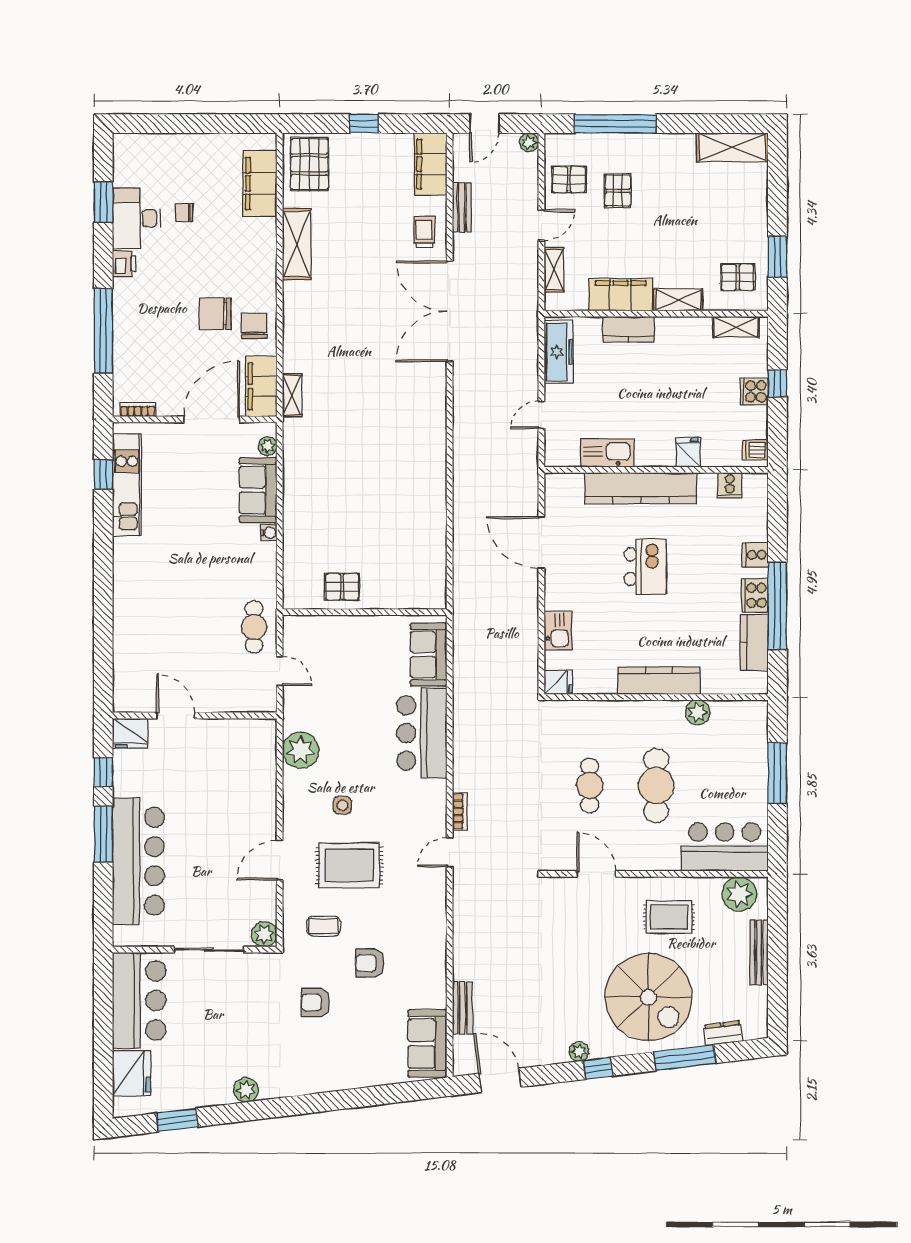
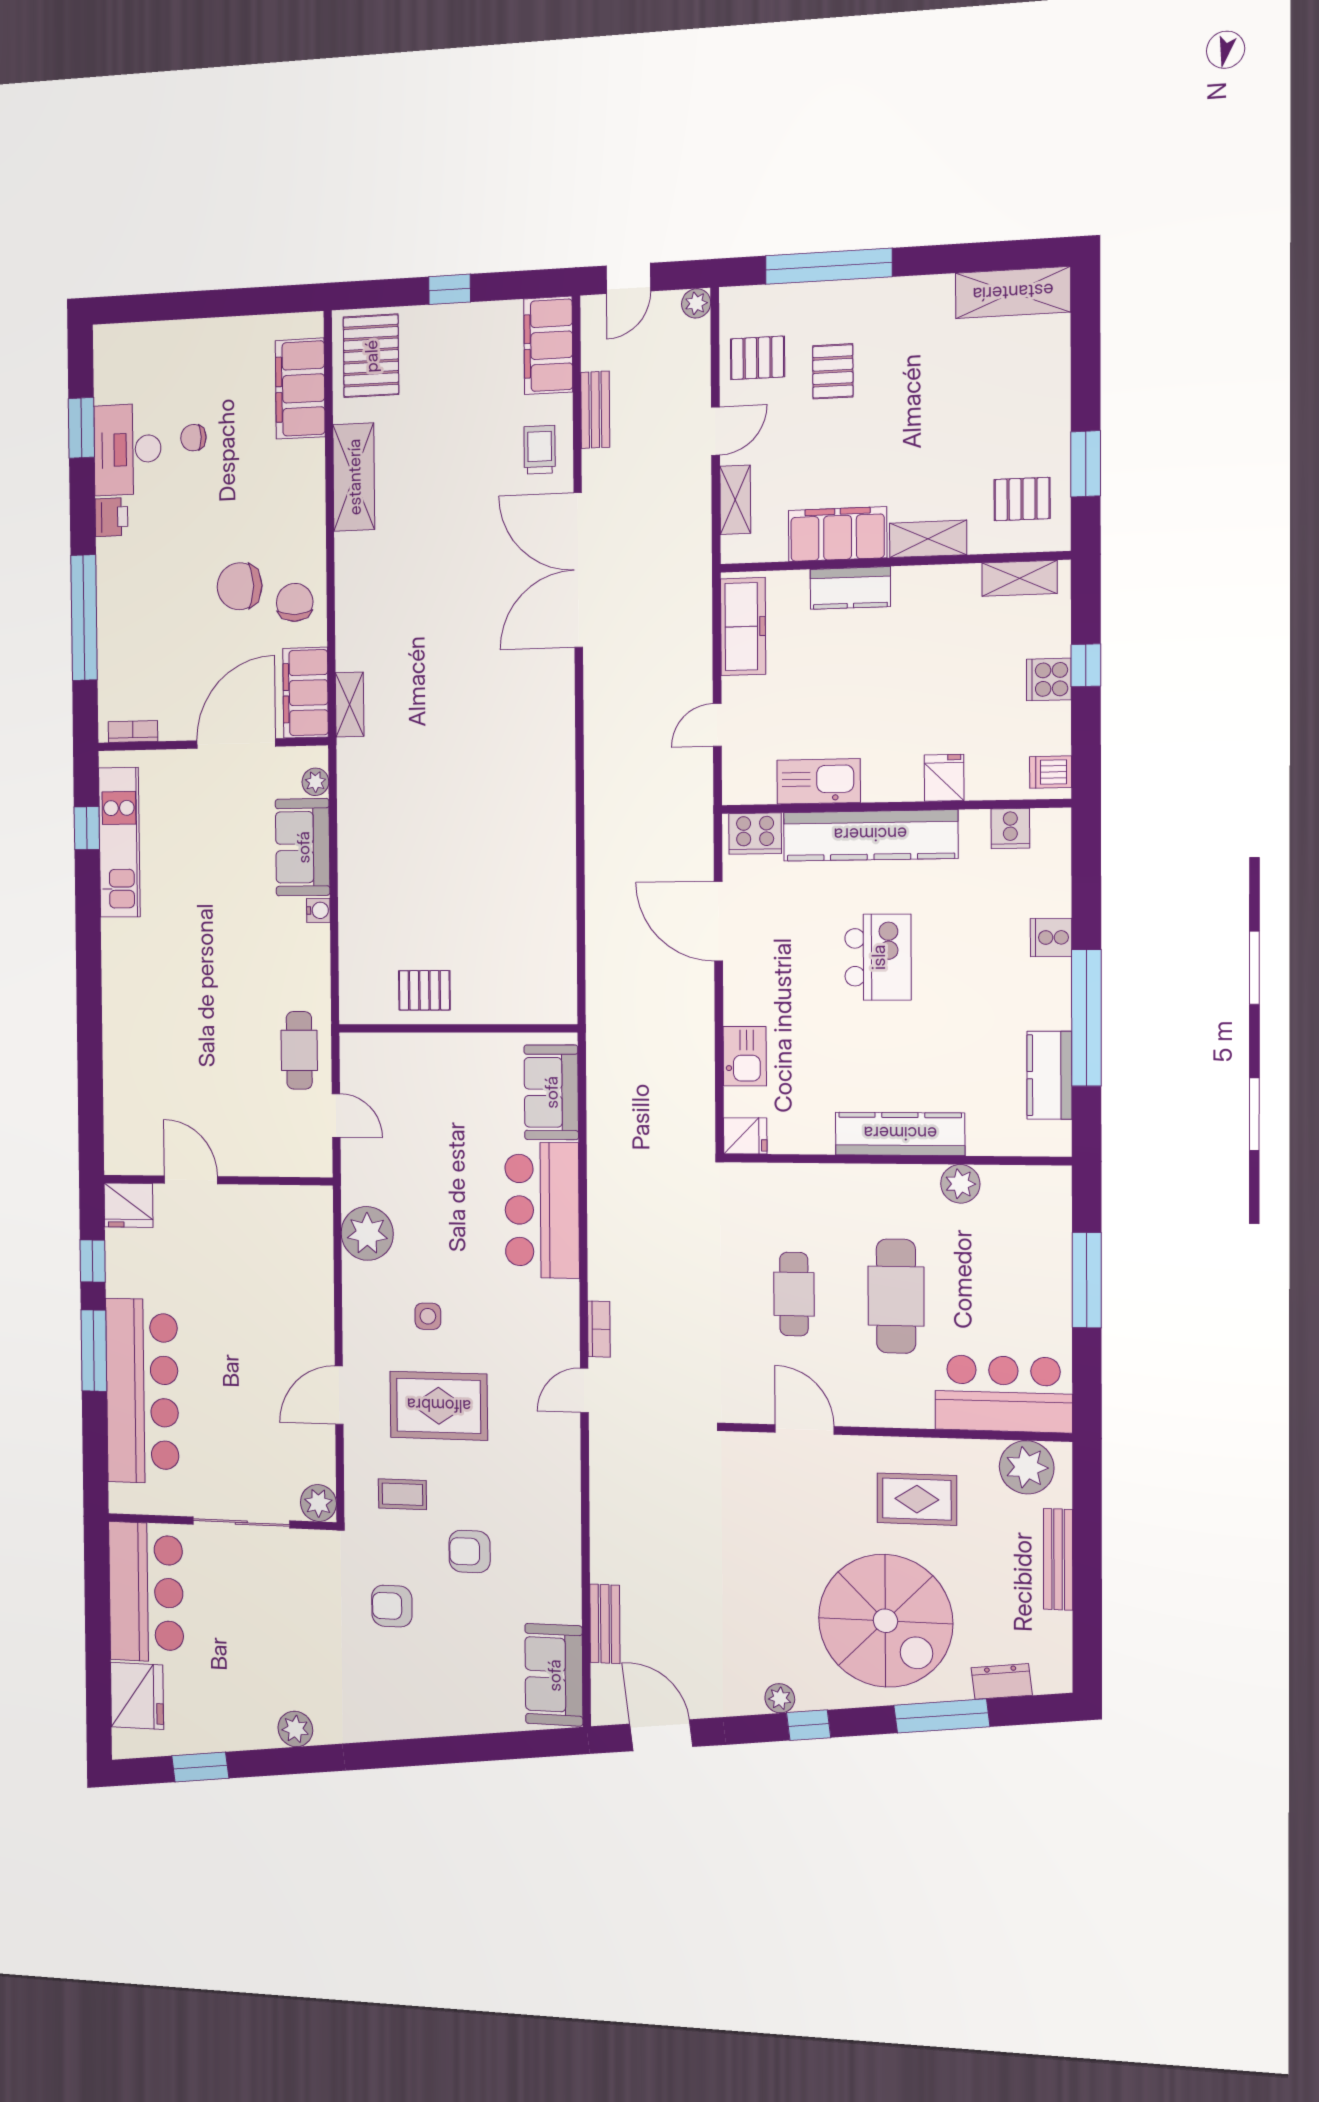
cooker: (755, 595) -> (755, 834), moved, turned -90

